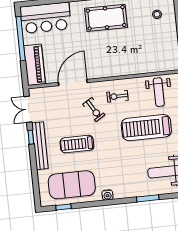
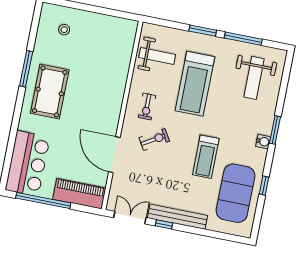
double door: (28, 109) -> (130, 218), swing flipped
treadmill: (77, 144) -> (206, 157), moved
water cooler: (107, 195) -> (263, 142), moved
window: (148, 198) -> (275, 130), moved
window: (64, 207) -> (264, 186), moved

